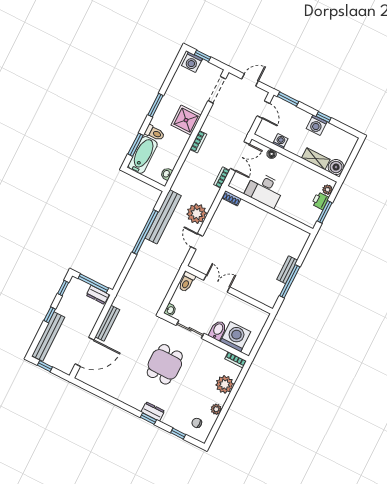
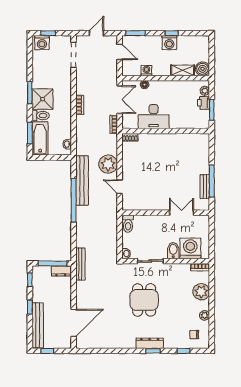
shower: (186, 120) -> (42, 99), moved
bench: (287, 270) -> (205, 187), moved
double door: (217, 284) -> (181, 213), moved
bench: (107, 323) -> (80, 264), moved
dresser: (153, 411) -> (150, 343), width x1.44

